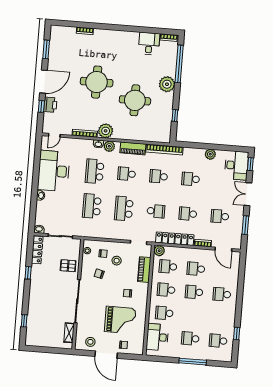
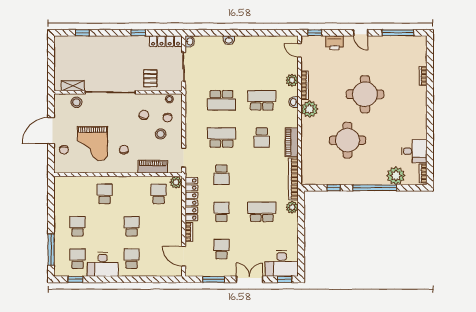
window: (46, 49) -> (398, 33), width x1.44
window: (179, 64) -> (375, 188), moved
door: (43, 82) -> (361, 33), width x0.53
plant: (167, 84) -> (396, 176), moved
window: (41, 106) -> (315, 33), moved
plant: (109, 146) -> (292, 80), moved
plant: (210, 154) -> (292, 207), moved
desk: (54, 171) -> (258, 53), removed
school desk: (127, 174) -> (262, 137), turned 180
school desk: (159, 176) -> (262, 175), removed
school desk: (191, 179) -> (262, 212), width x1.85
school desk: (92, 206) -> (221, 100), turned 180
door: (223, 249) -> (184, 256), hinge flipped
school desk: (196, 269) -> (159, 226), removed
school desk: (166, 290) -> (132, 194), removed
window: (237, 334) -> (75, 279), moved
desk: (157, 337) -> (103, 264), moved, turned 180
stool: (90, 342) -> (76, 102), moved
window: (193, 362) -> (51, 250), moved

